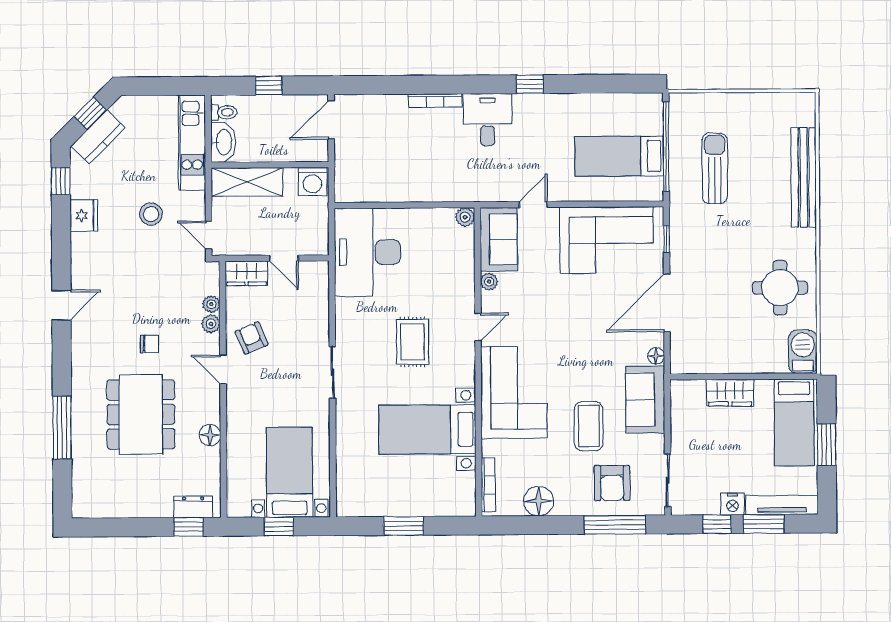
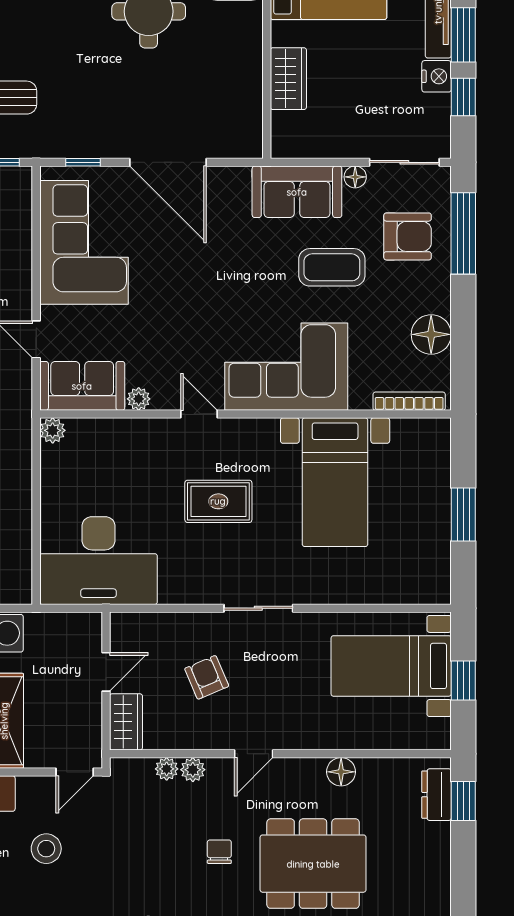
armchair: (252, 338) -> (207, 677), moved, turned 90
floor lamp: (656, 356) -> (355, 177), moved

